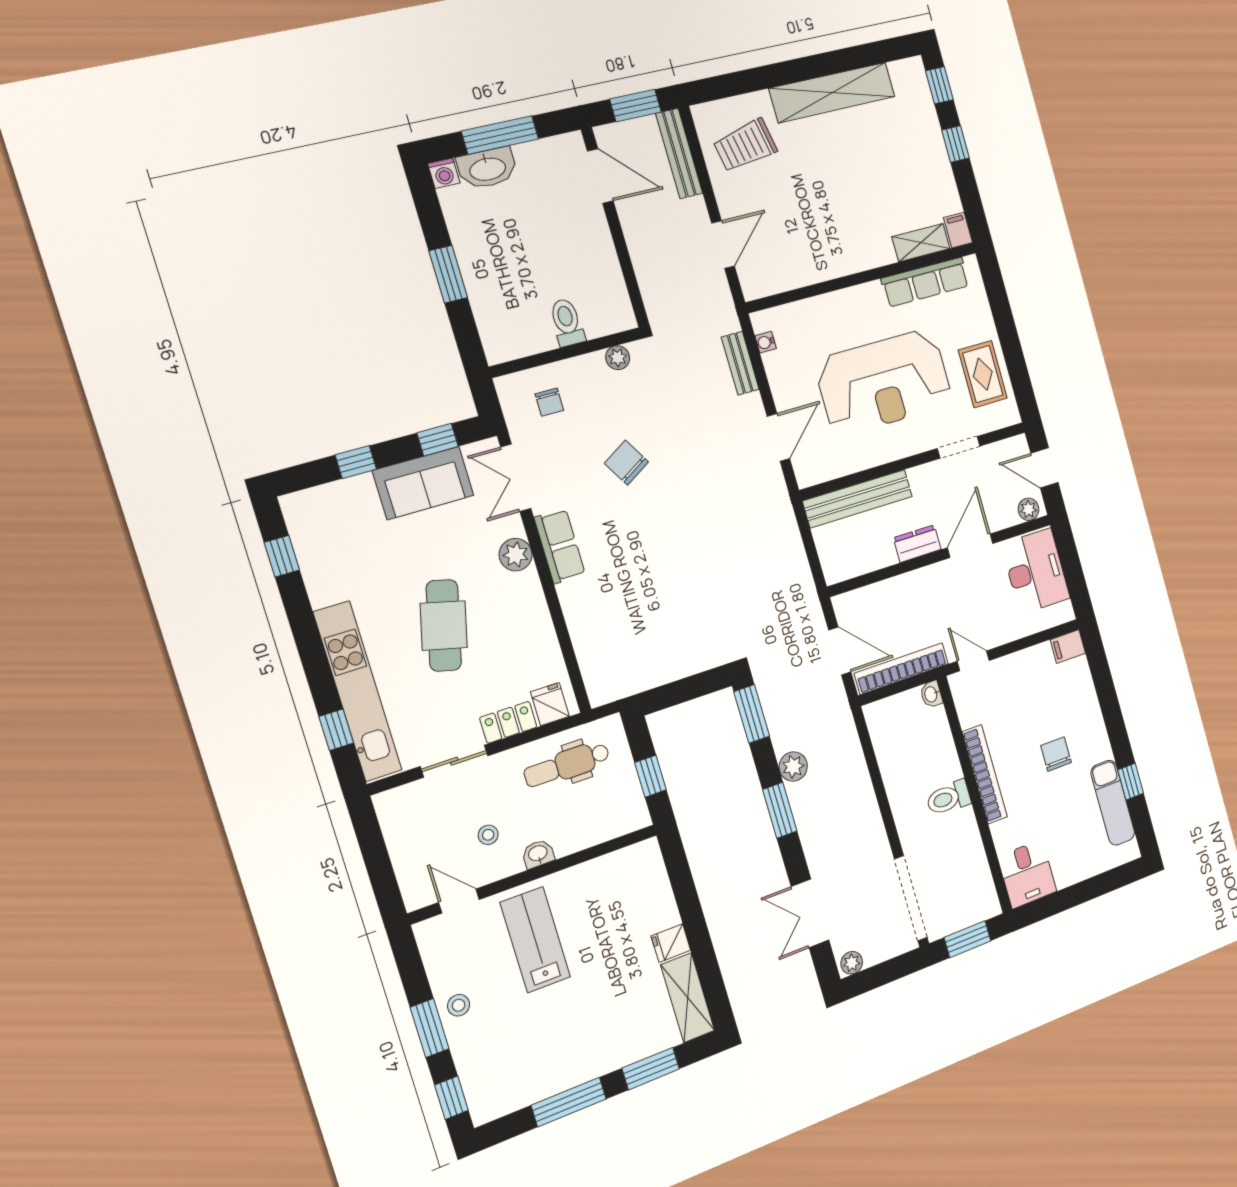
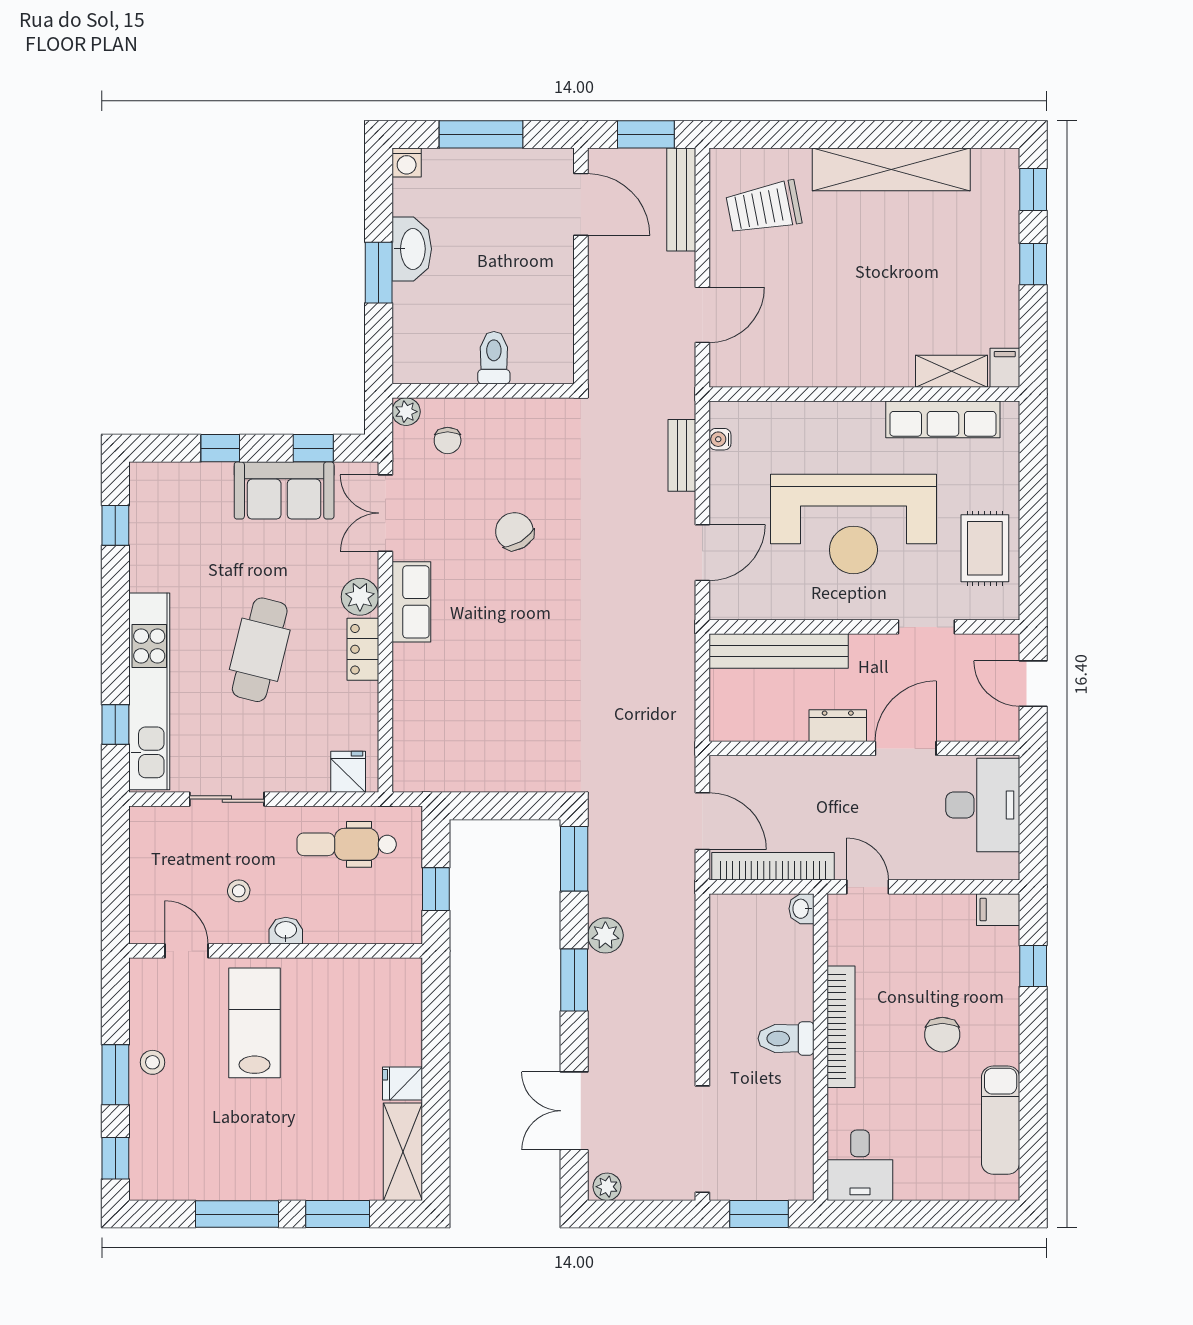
washbasin: (487, 168) -> (412, 249), moved, turned -90
plant: (618, 358) -> (406, 412), moved
plant: (1028, 509) -> (996, 727), removed
locker: (508, 722) -> (363, 649), moved, turned -90
chair: (1056, 754) -> (942, 1035), turned 180
window: (1131, 782) -> (1033, 966), moved

